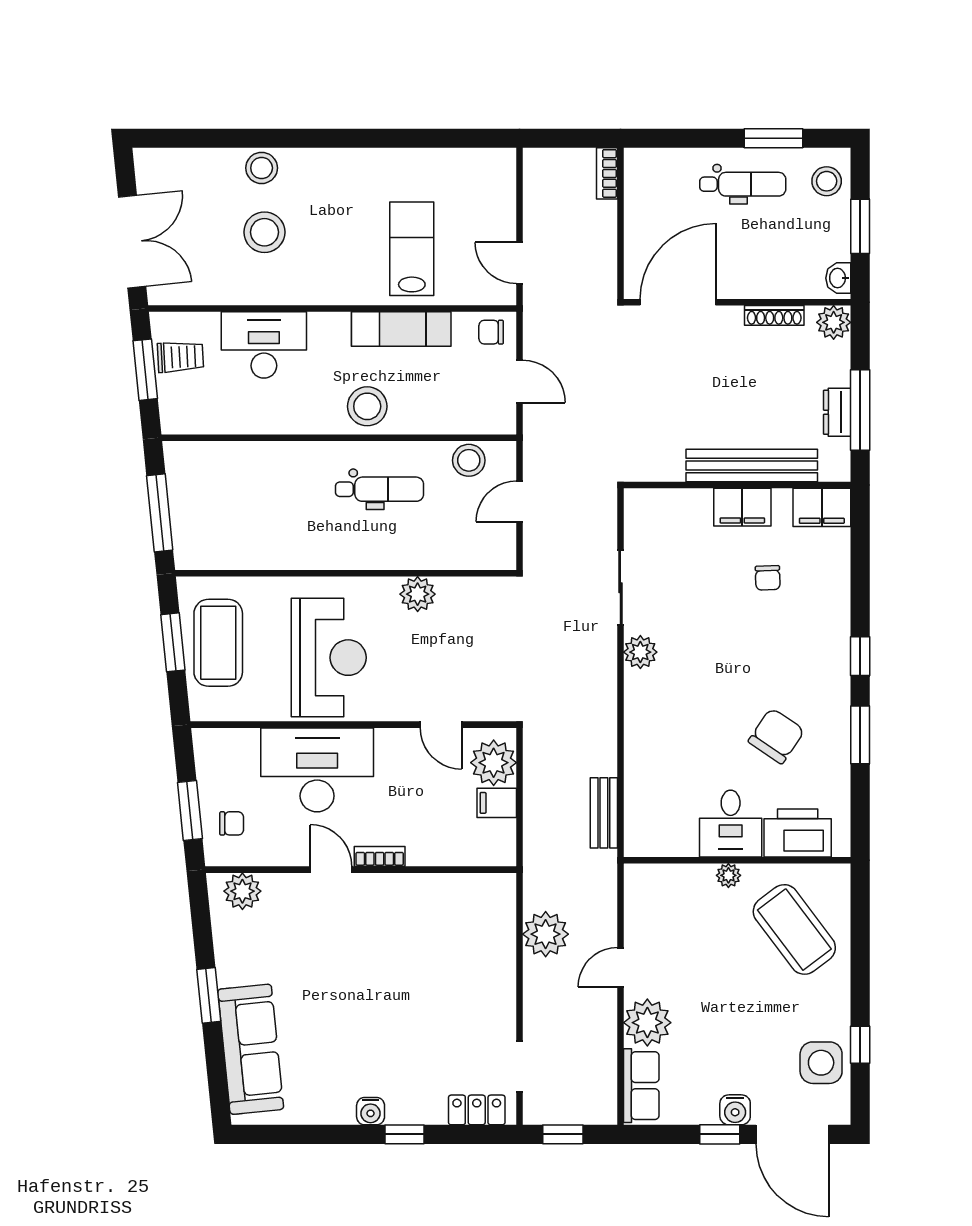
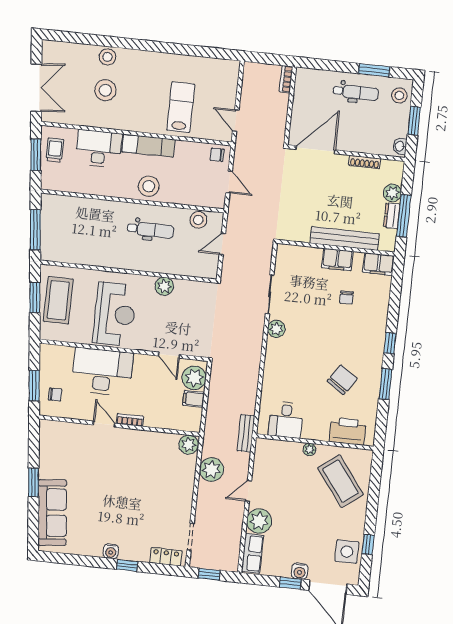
plant: (834, 322) -> (392, 193), moved
exam couch: (401, 329) -> (149, 146), moved
trolley: (180, 357) -> (55, 150), turned -87
bench: (604, 813) -> (246, 433), moved
desk: (731, 824) -> (286, 420), moved
plant: (242, 891) -> (189, 445), moved

